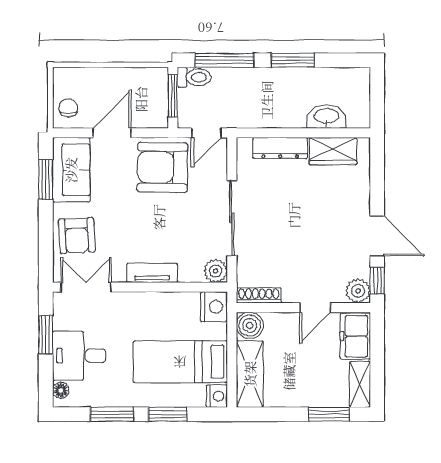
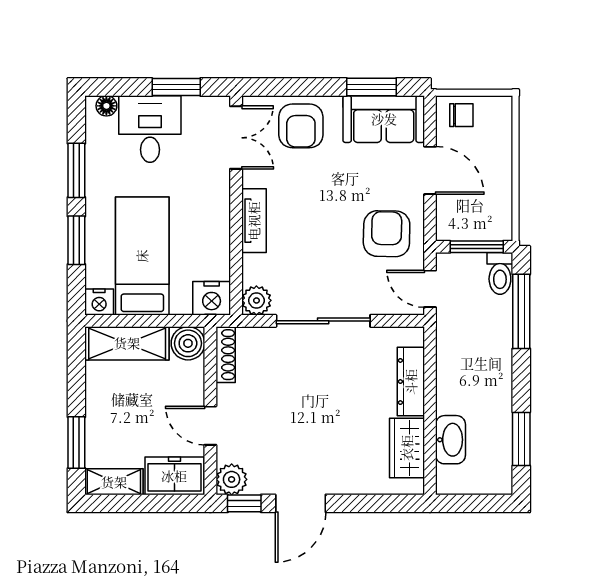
window: (293, 60) -> (521, 439), moved
armchair: (162, 167) -> (387, 234), width x0.73, depth x0.73
armchair: (77, 236) -> (301, 126), turned -87

